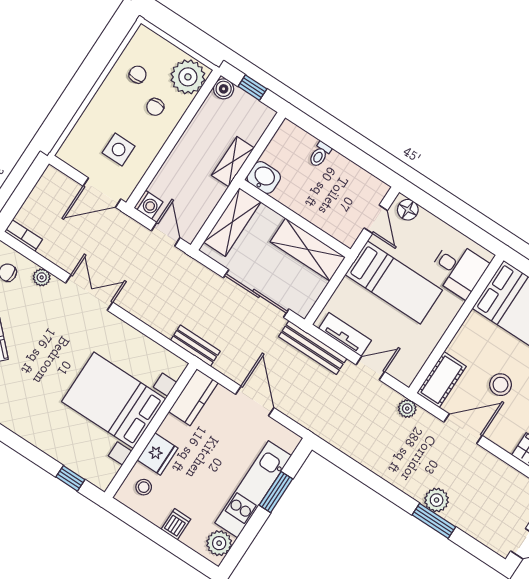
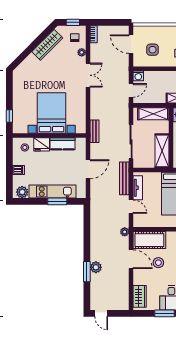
door: (102, 193) -> (131, 44), moved
cot: (442, 380) -> (149, 240), width x1.37, depth x1.34
kitchen counter: (193, 397) -> (62, 144), moved

